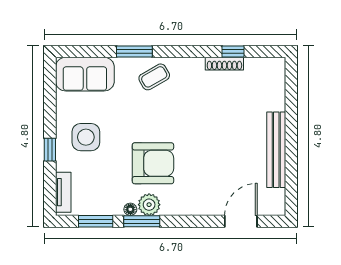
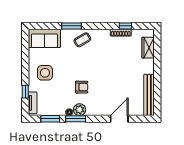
wardrobe: (275, 91) -> (148, 48), added
window: (50, 150) -> (25, 92), moved
bench: (276, 150) -> (149, 95), moved
armchair: (153, 163) -> (82, 87), width x0.53, depth x0.53
door: (241, 221) -> (119, 119), moved

